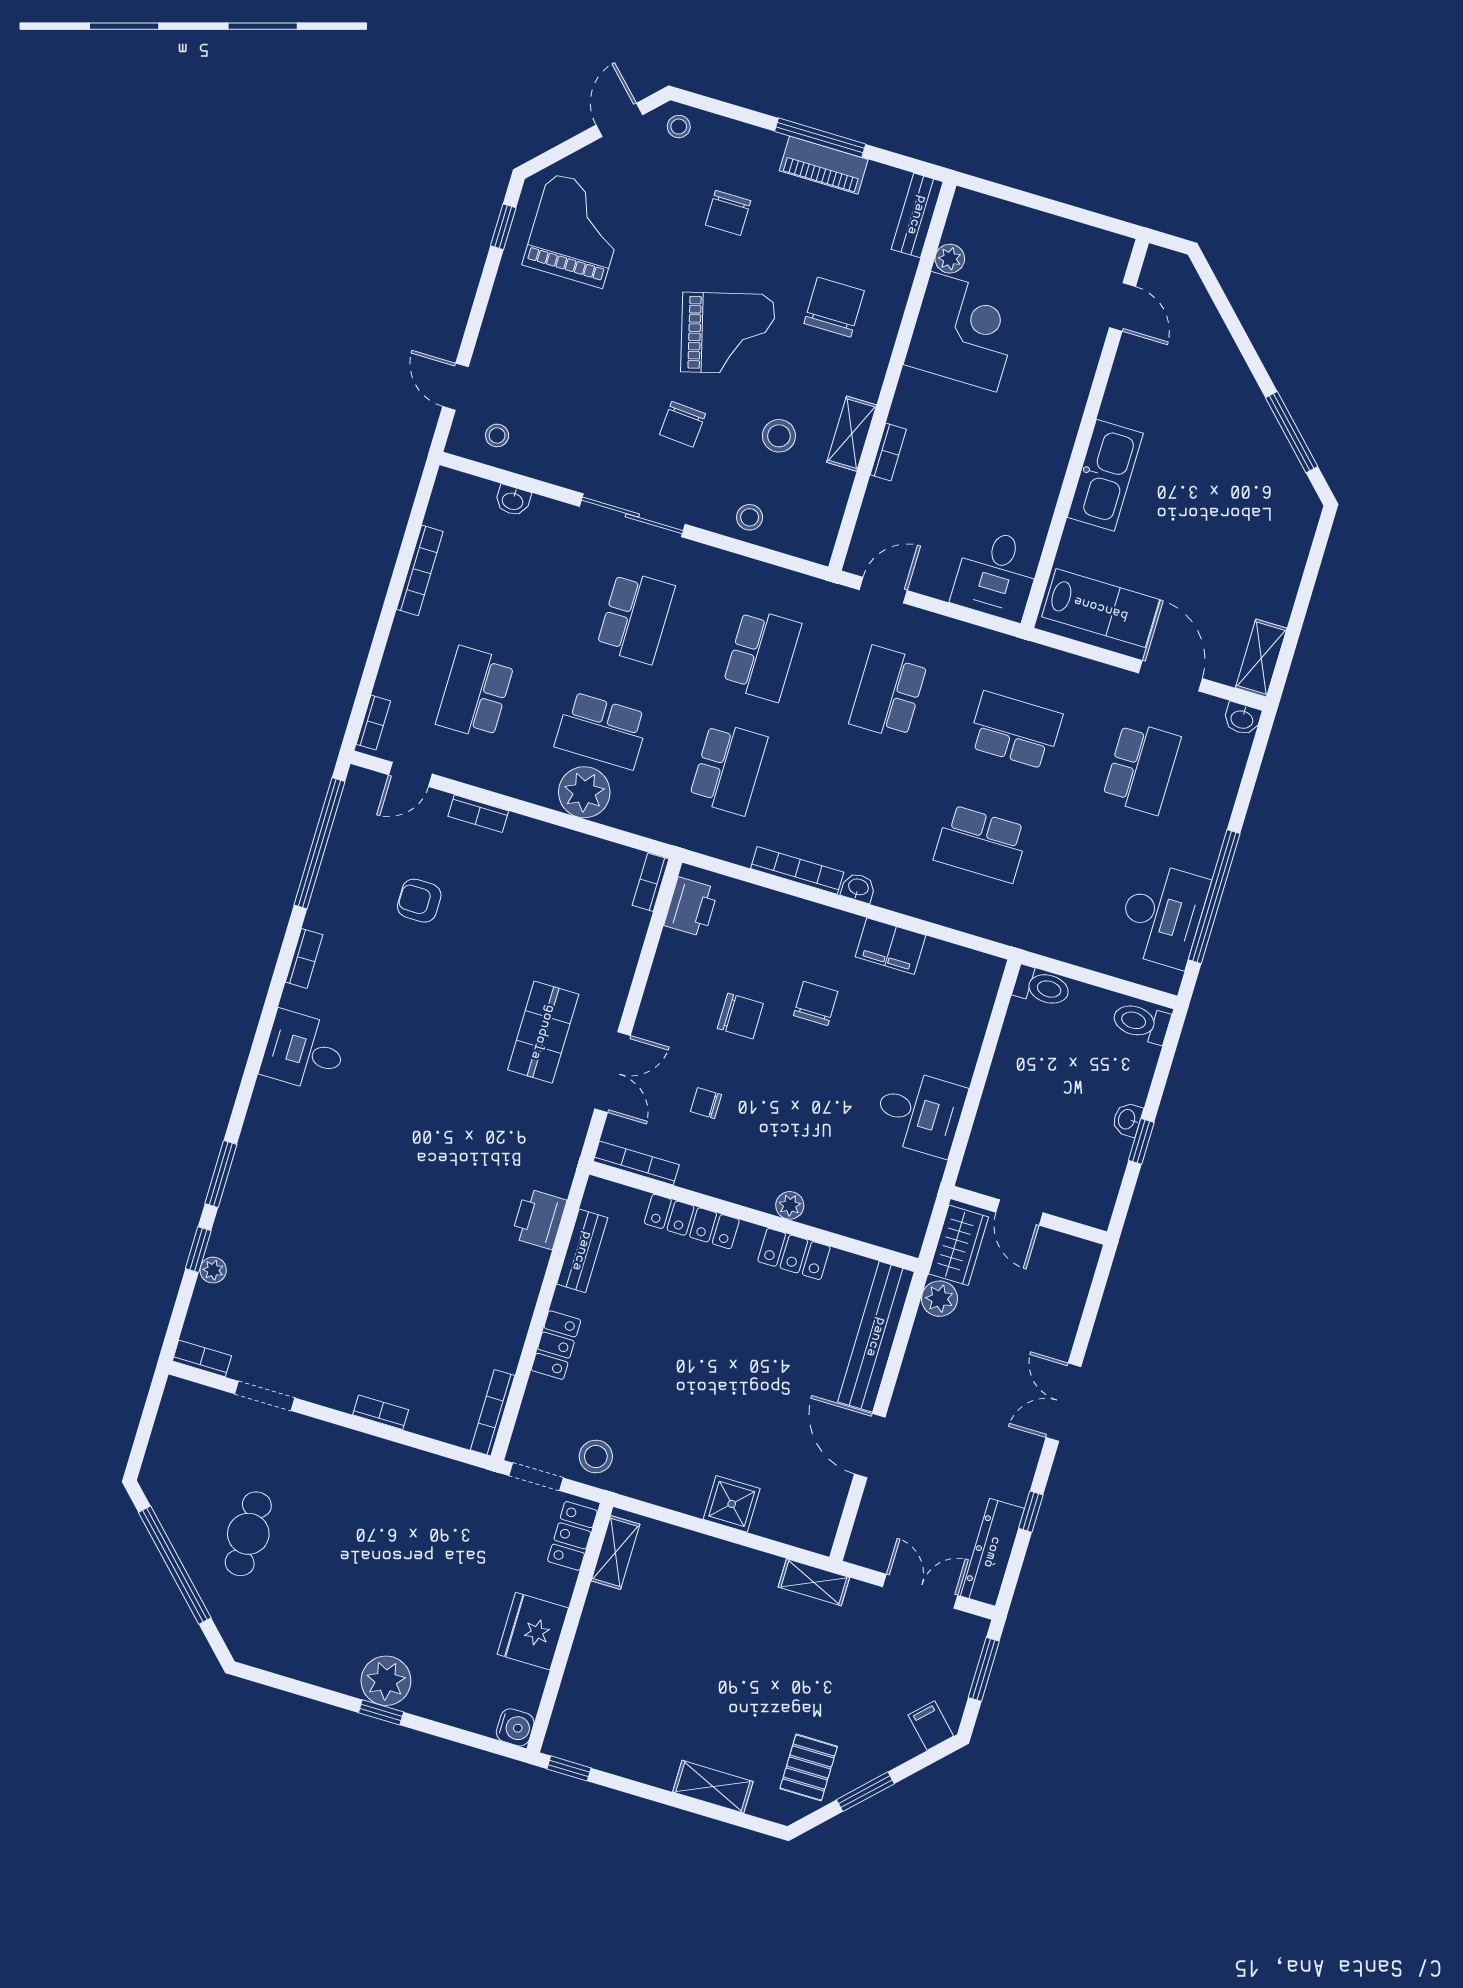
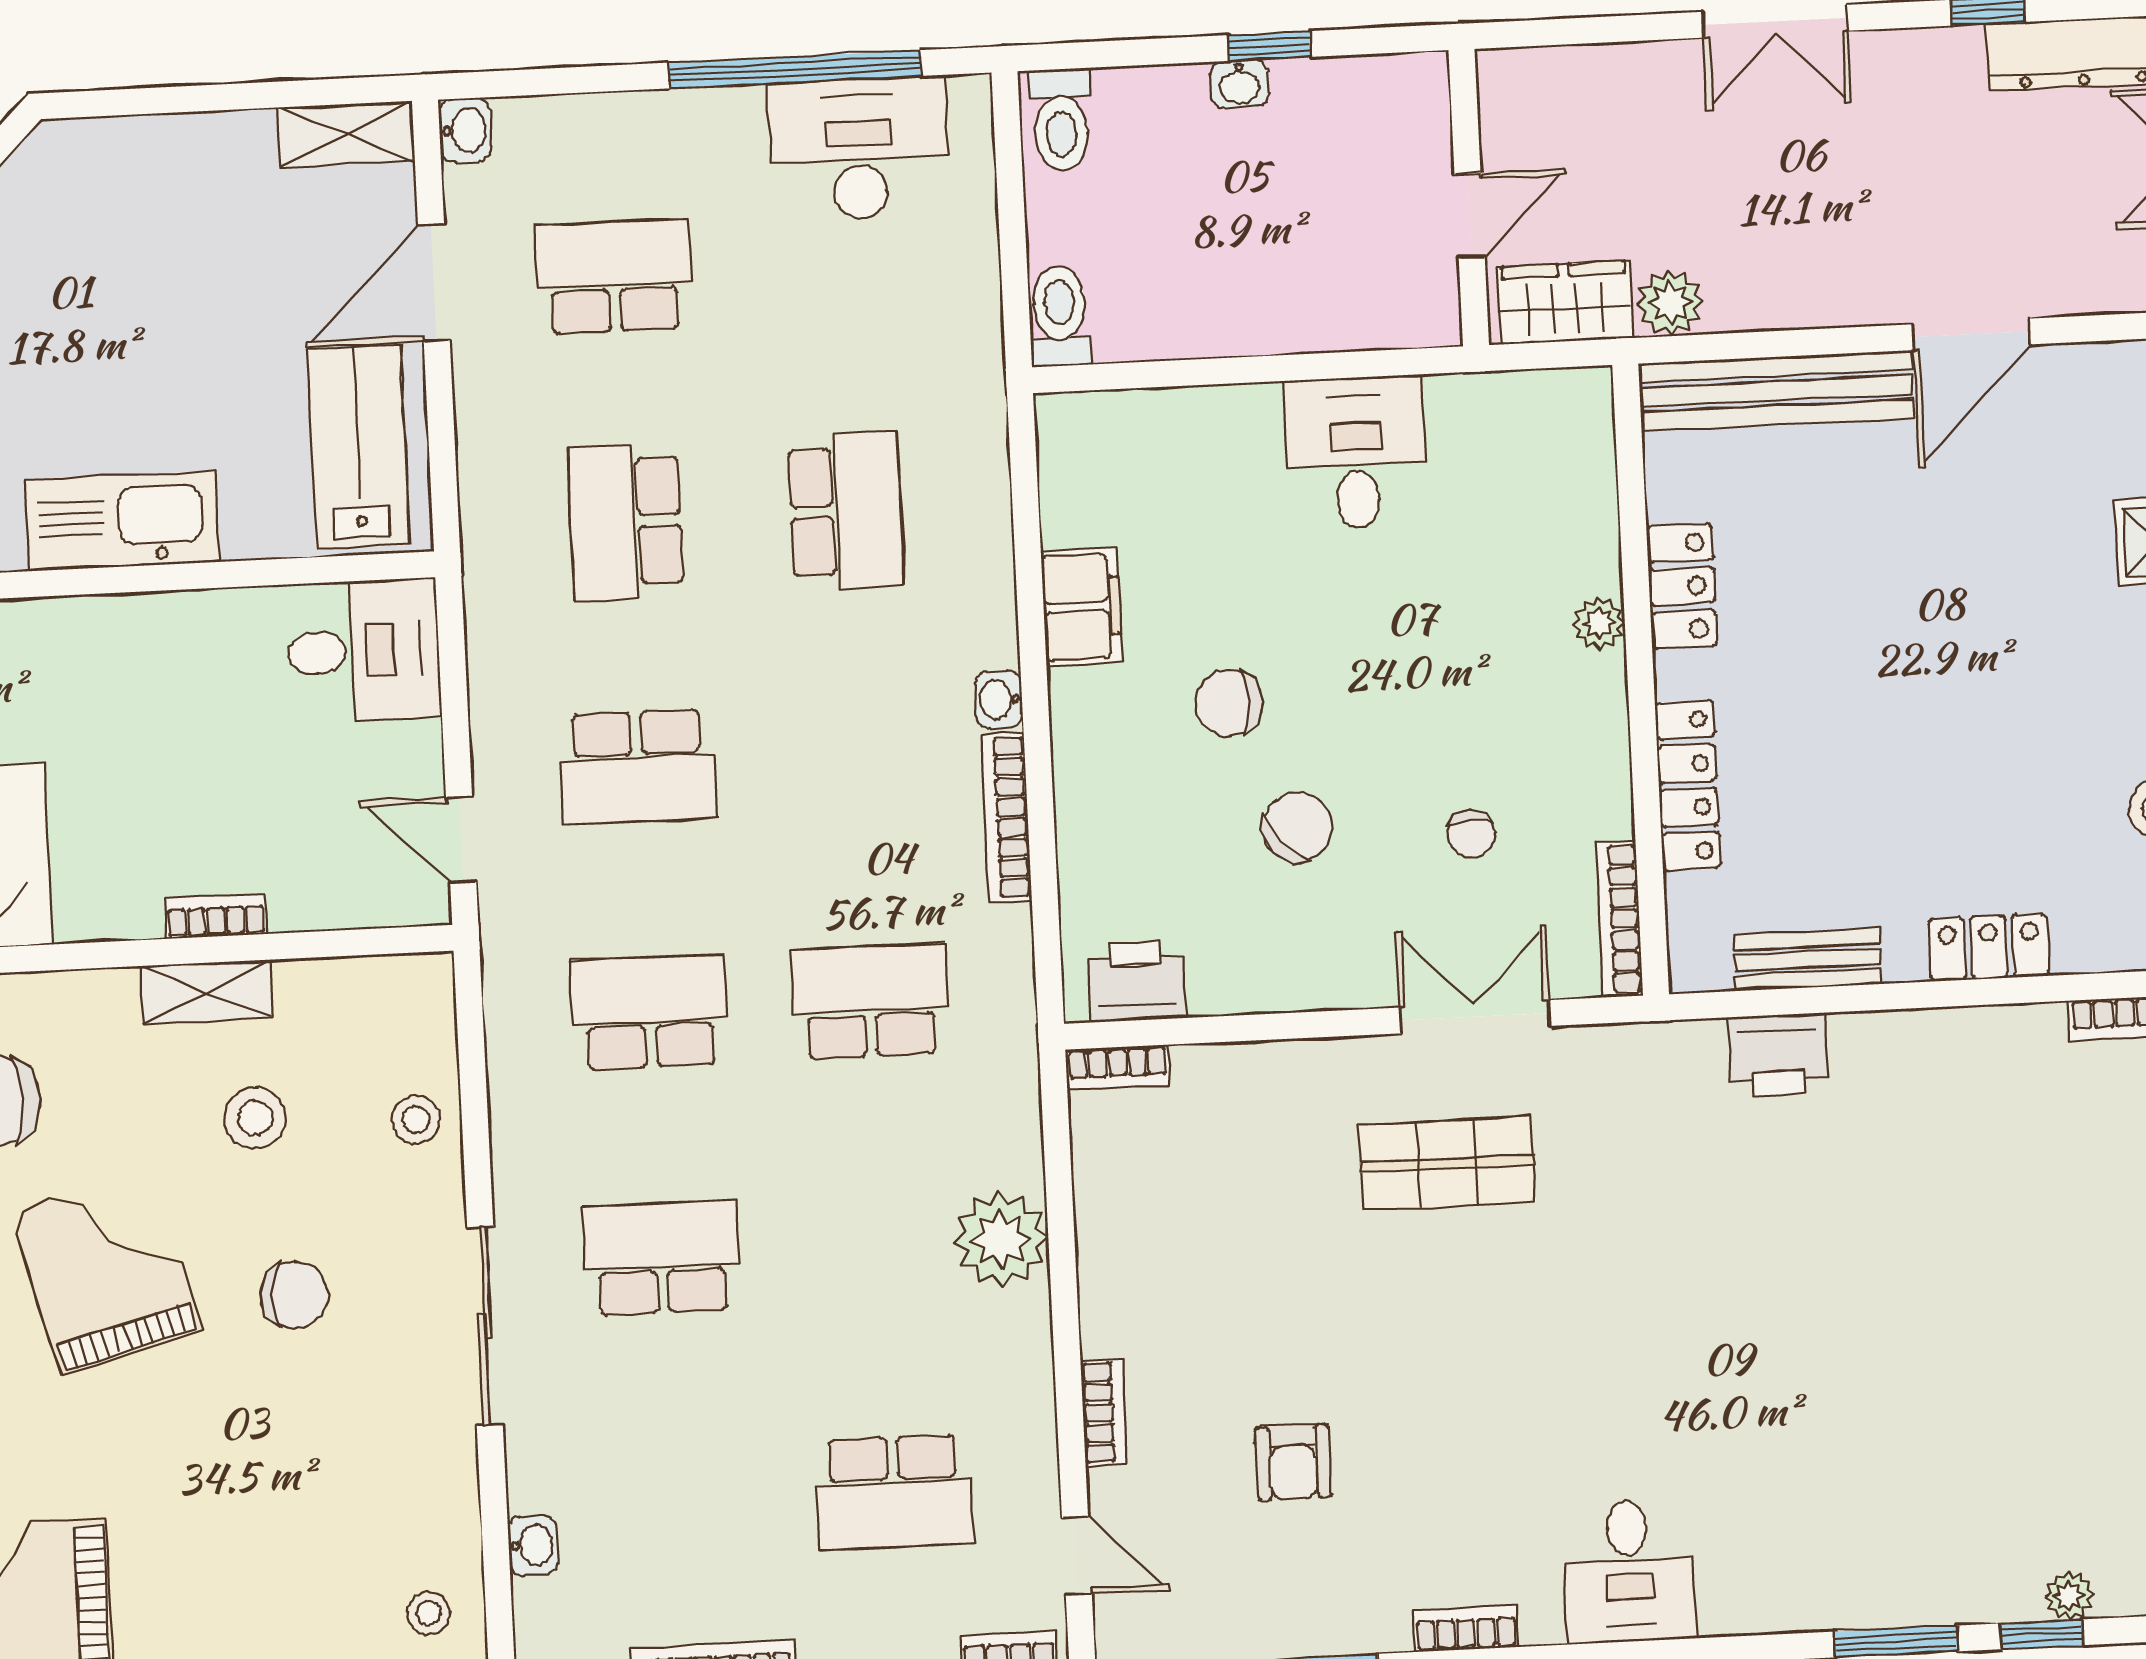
school desk: (602, 731) -> (882, 1247), removed
chair: (740, 1016) -> (1297, 827), turned 49

